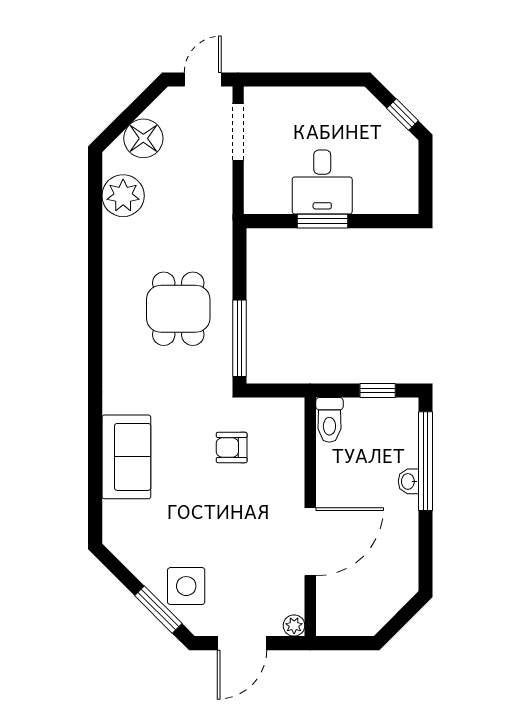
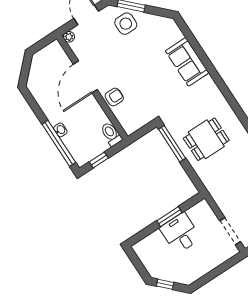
dining table: (178, 309) -> (206, 139), turned 90
armchair: (232, 447) -> (114, 97), moved

